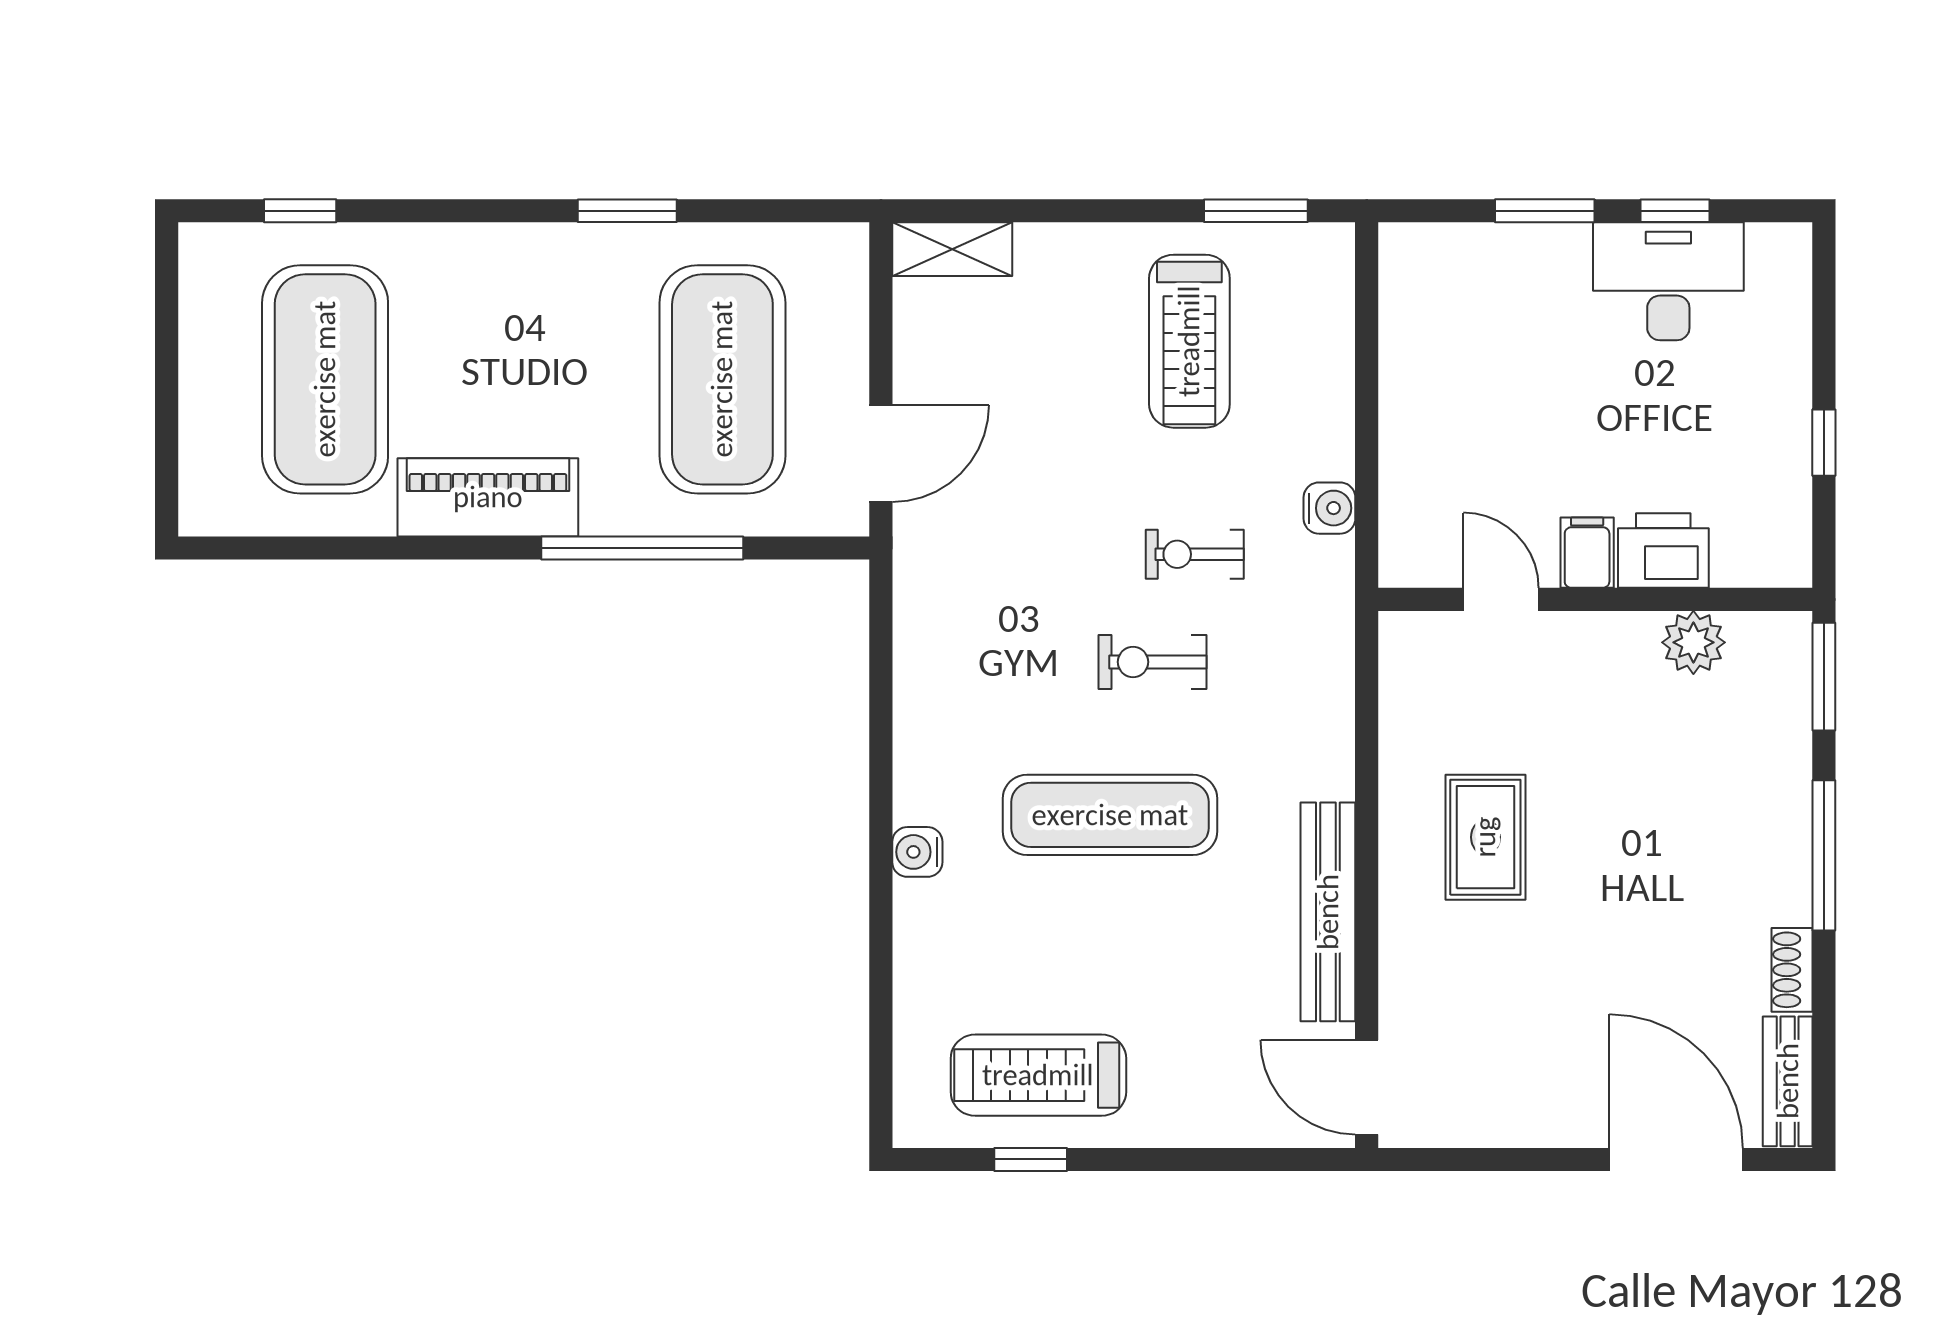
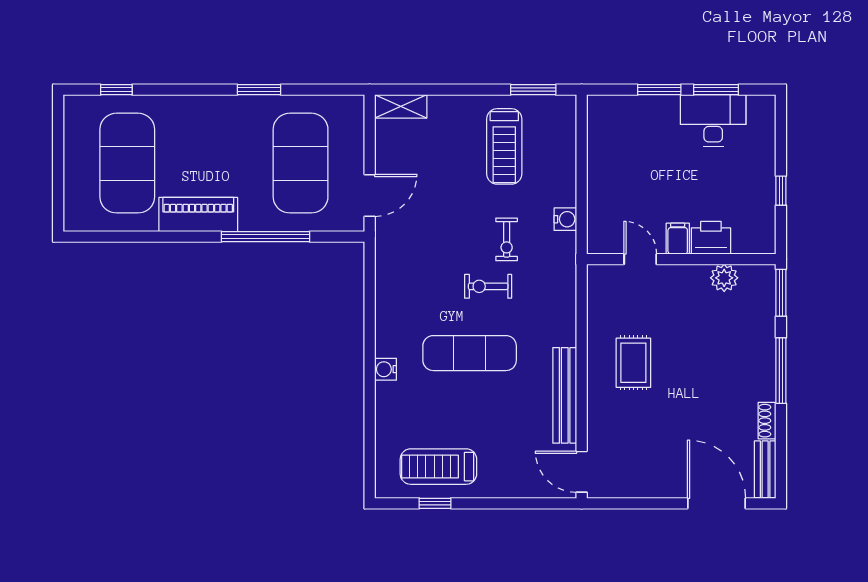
window: (1675, 211) -> (716, 90), width x1.50
exercise bike: (1195, 554) -> (507, 239), turned -90

